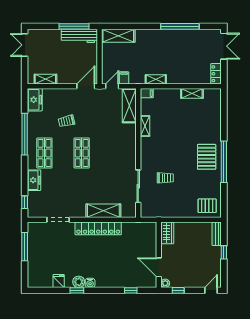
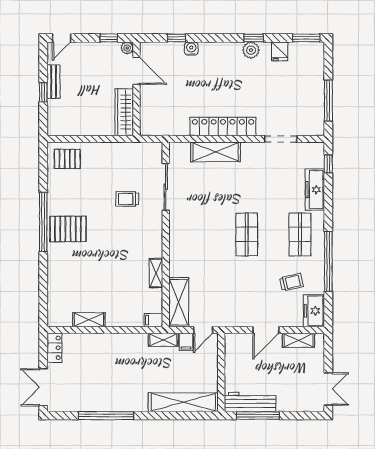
shelving: (118, 36) -> (183, 402), width x1.47
shelving: (156, 79) -> (163, 340), moved
door: (86, 86) -> (266, 330), moved
trolley: (66, 121) -> (291, 282), moved
pallet: (207, 157) -> (68, 229), turned 90
freezer: (34, 180) -> (315, 190), width x1.40
wardrobe: (167, 233) -> (124, 112), width x1.50
bench: (217, 234) -> (54, 82), moved
water cooler: (90, 283) -> (191, 49), moved
window: (40, 290) -> (306, 38), added

